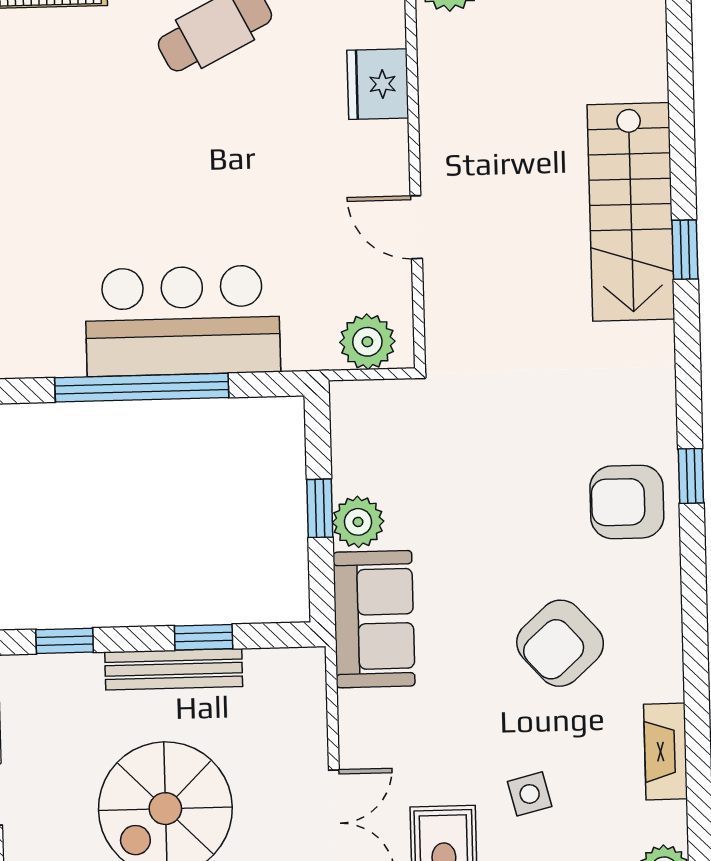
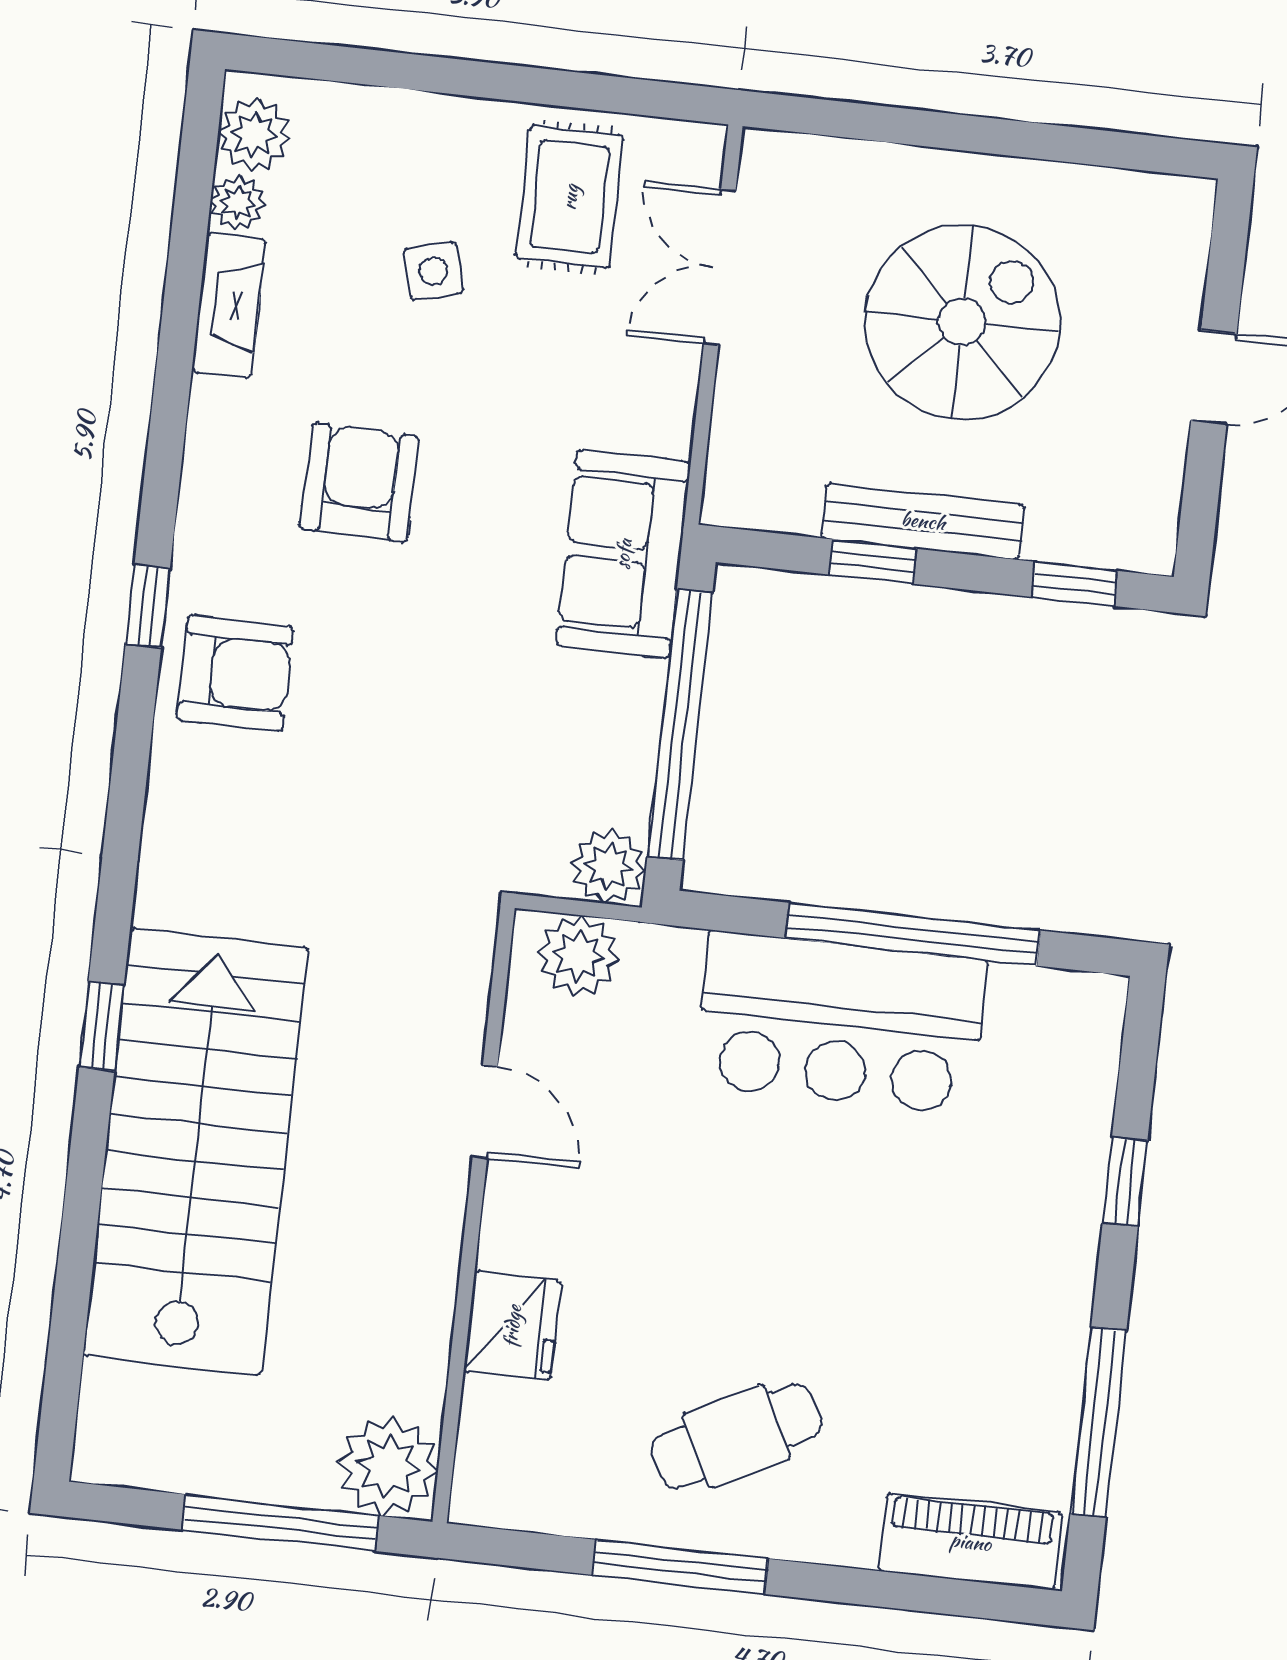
stairs: (631, 212) -> (196, 1152), width x1.36, depth x1.51
window: (691, 476) -> (148, 606), moved
window: (320, 508) -> (680, 725), width x3.17
plant: (358, 522) -> (609, 866), moved
armchair: (560, 643) -> (360, 483), turned -47
plant: (669, 822) -> (238, 203), added

